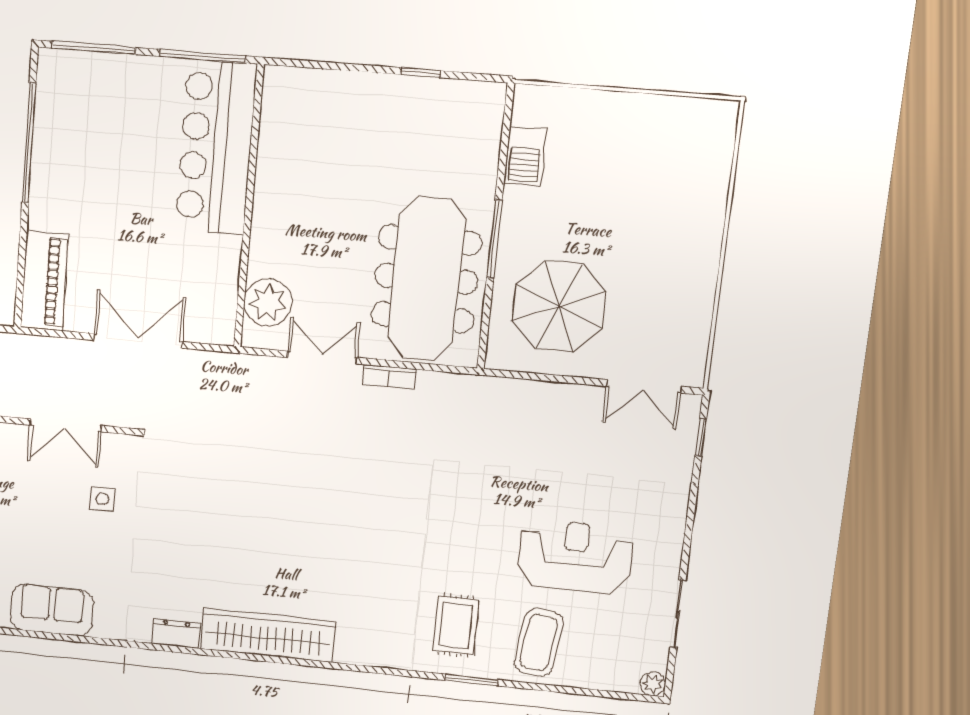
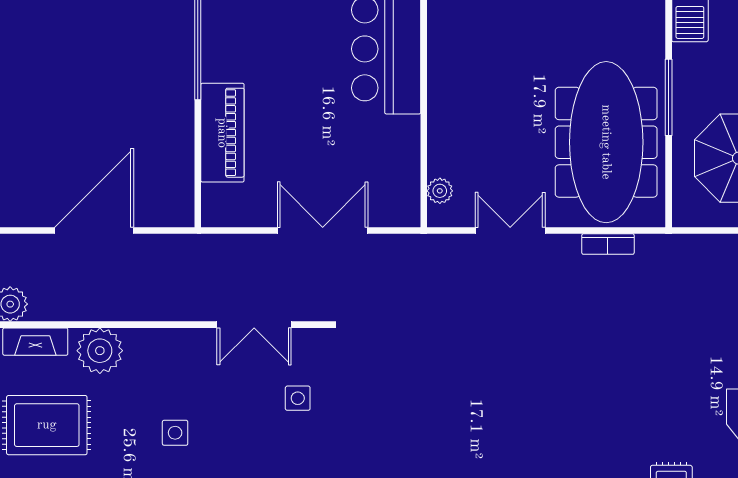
piano: (44, 281) -> (222, 133), moved
plant: (268, 302) -> (440, 191), width x0.53, depth x0.53
bookcase: (389, 377) -> (608, 244), moved

